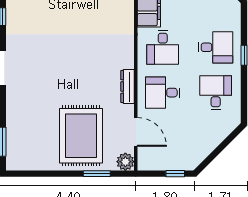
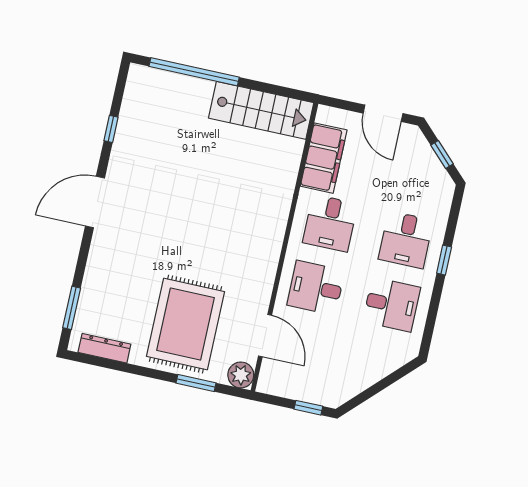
desk: (216, 47) -> (406, 240), turned 90
dresser: (128, 87) -> (104, 348), moved, turned 90
desk: (216, 93) -> (392, 305), turned 90

